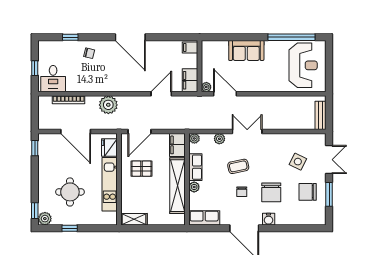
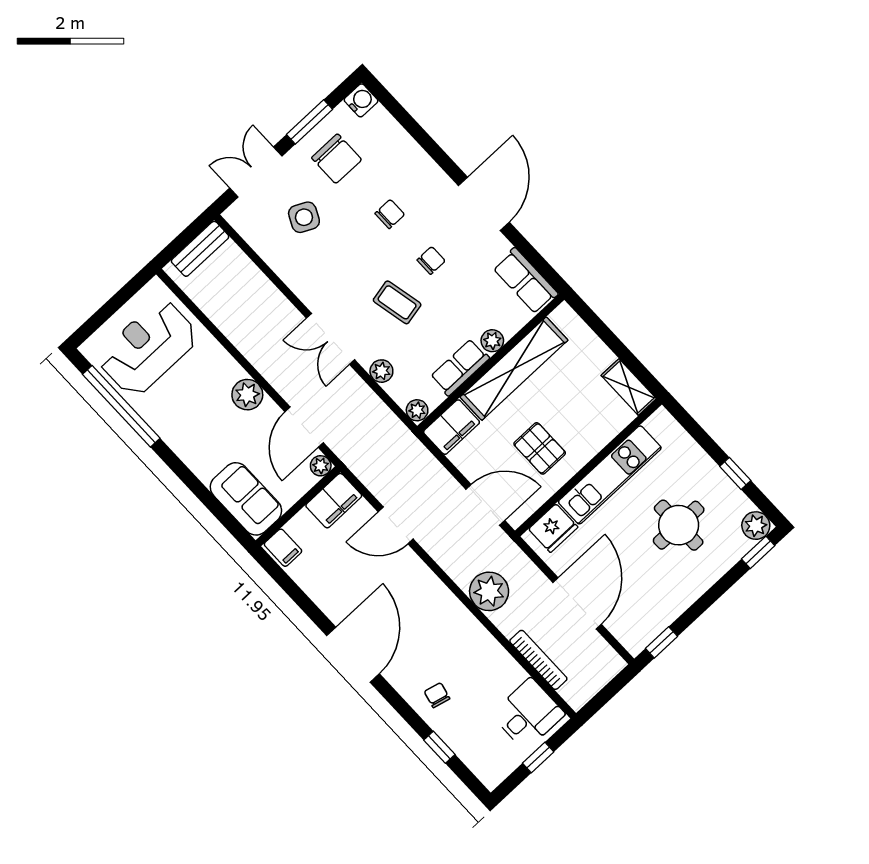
sofa: (246, 50) -> (246, 499), moved
plant: (255, 85) -> (247, 395), added
chair: (271, 192) -> (390, 214), width x0.54, depth x0.54
water cooler: (269, 219) -> (361, 100), moved

